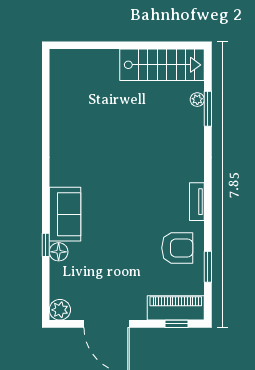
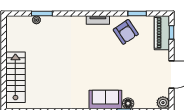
stairs: (162, 65) -> (15, 77), moved
armchair: (177, 248) -> (126, 32), turned 146

